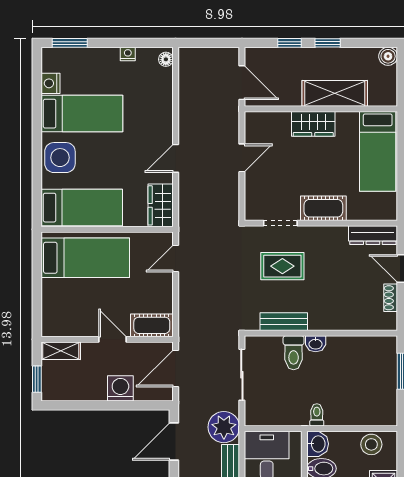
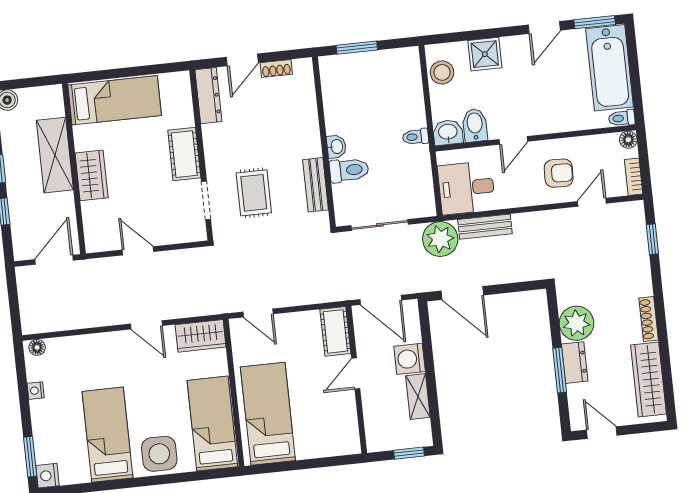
nightstand: (50, 83) -> (48, 476), moved, turned 90
shelving: (61, 351) -> (418, 396), moved

